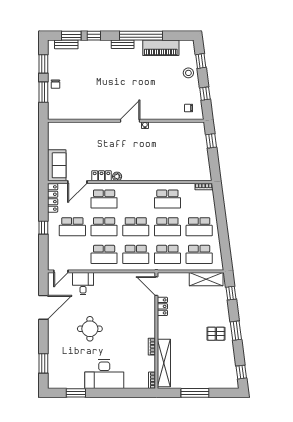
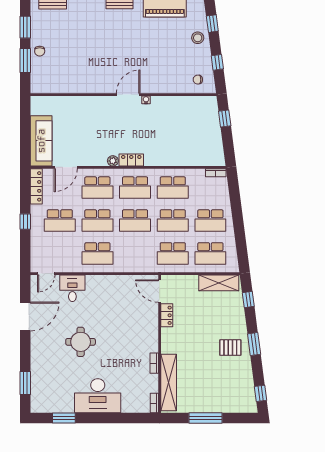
sofa: (57, 165) -> (41, 141), width x1.36
locker: (101, 176) -> (131, 160), moved
school desk: (136, 254) -> (135, 188), moved

